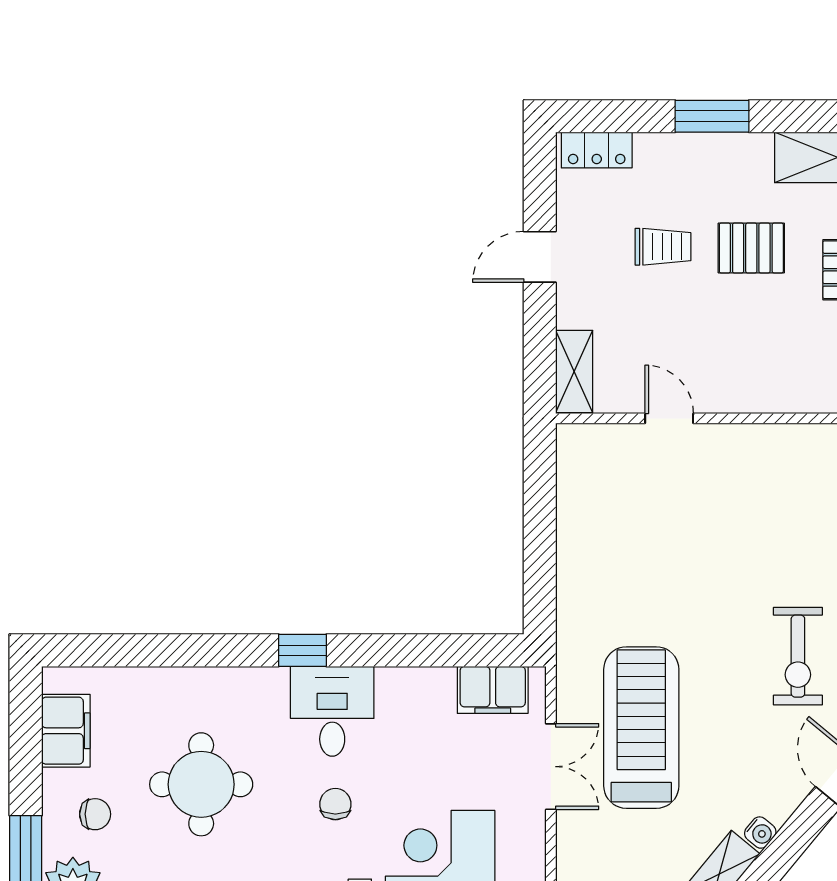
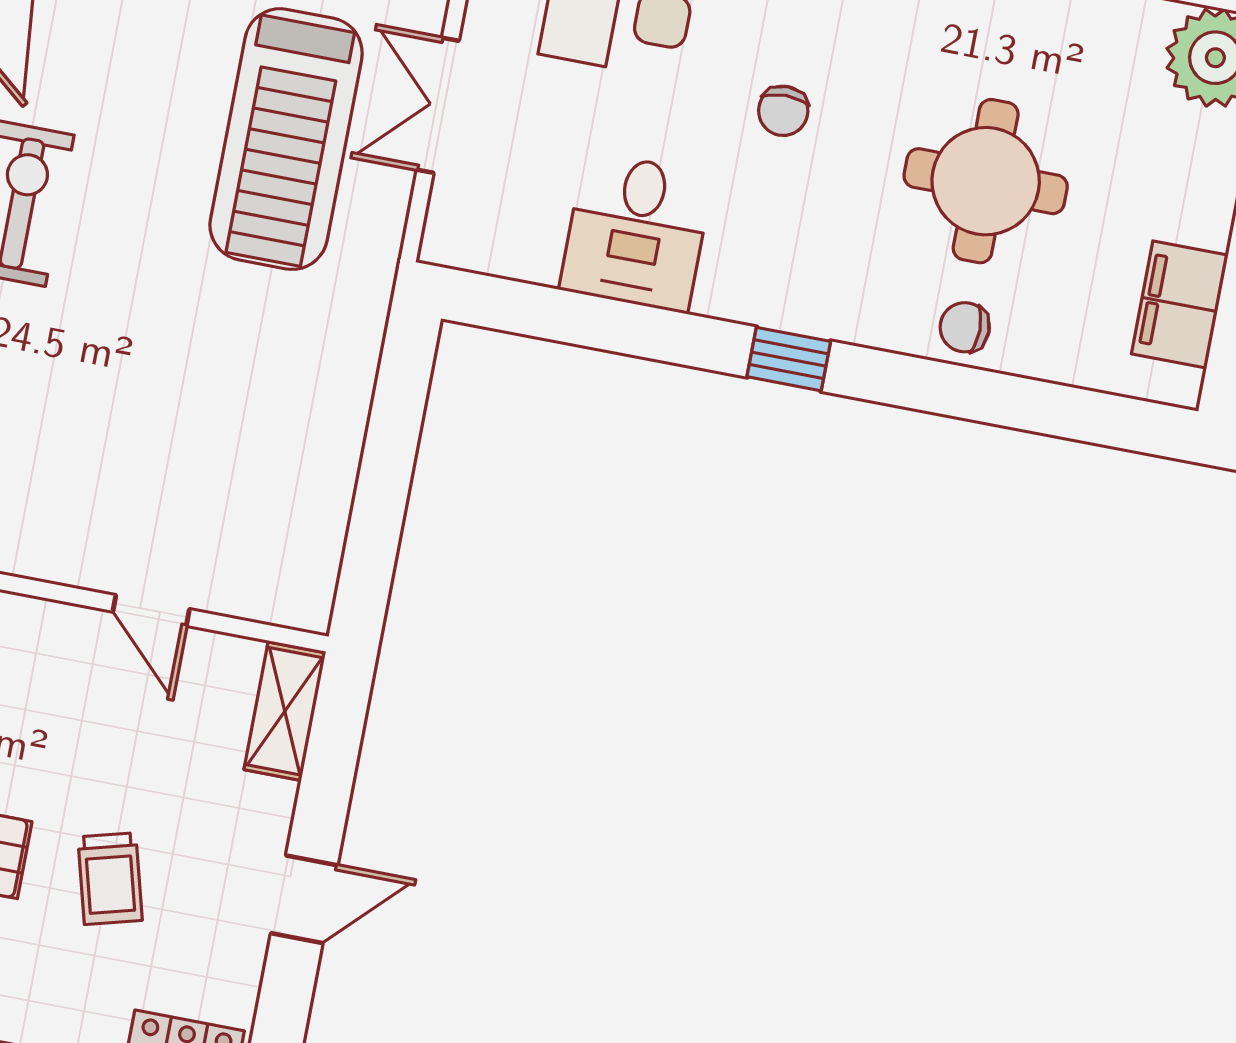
trolley: (663, 247) -> (110, 879), turned -105
filing cabinet: (493, 690) -> (505, 241), removed
desk: (332, 711) -> (636, 232), moved
chair: (95, 814) -> (965, 327), moved

